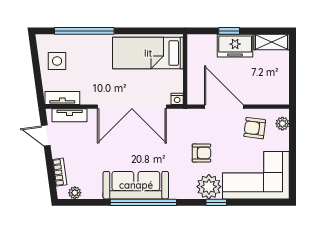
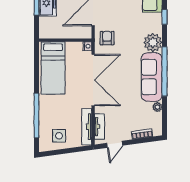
tv unit: (62, 98) -> (87, 127), width x1.41
armchair: (201, 153) -> (107, 38), moved
plant: (209, 187) -> (153, 42), moved
plant: (75, 193) -> (157, 107), moved

